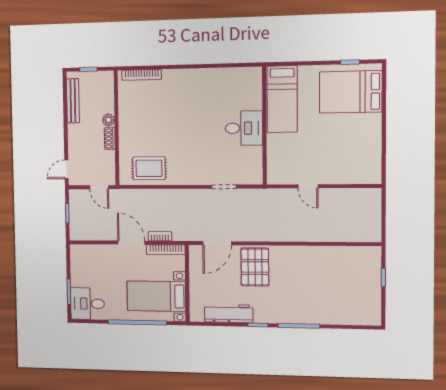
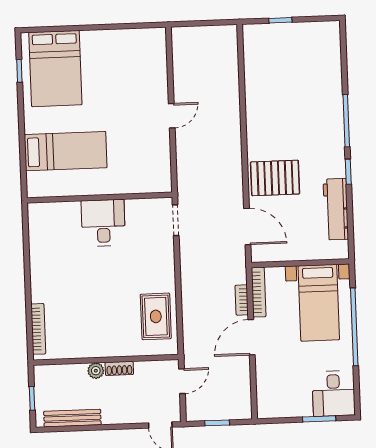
wall: (264, 126) -> (100, 198), moved
desk: (244, 128) -> (103, 223), moved

